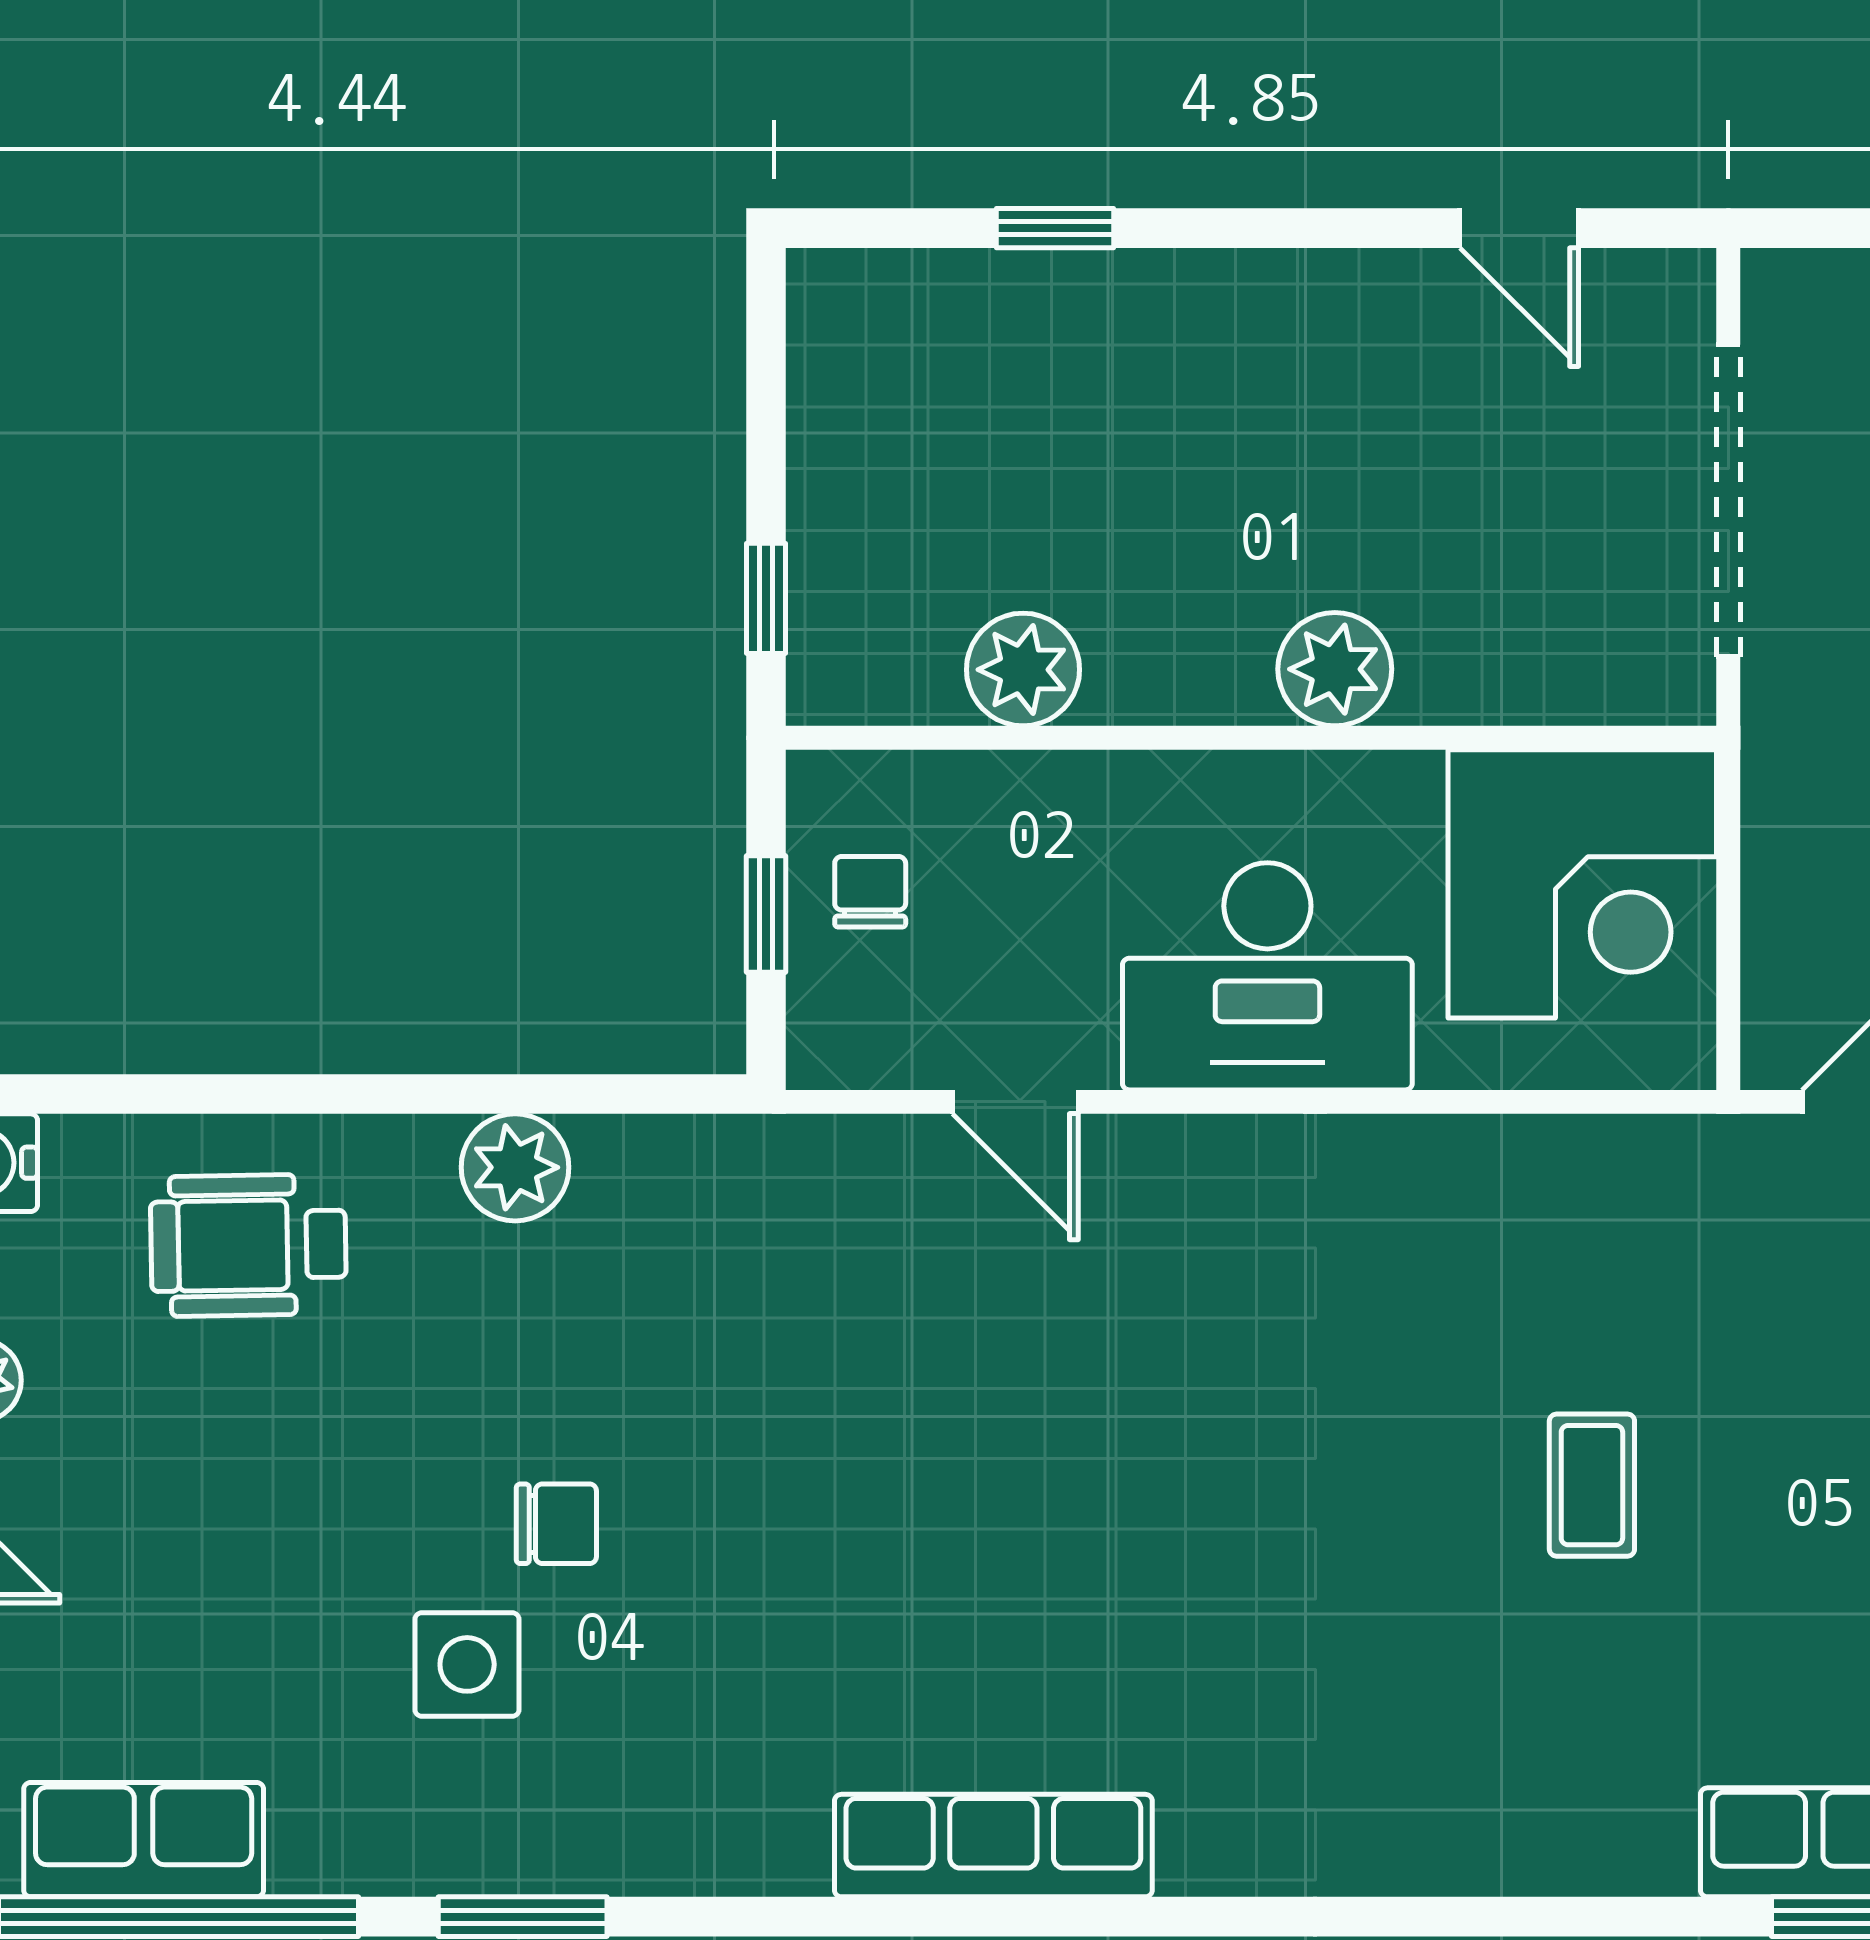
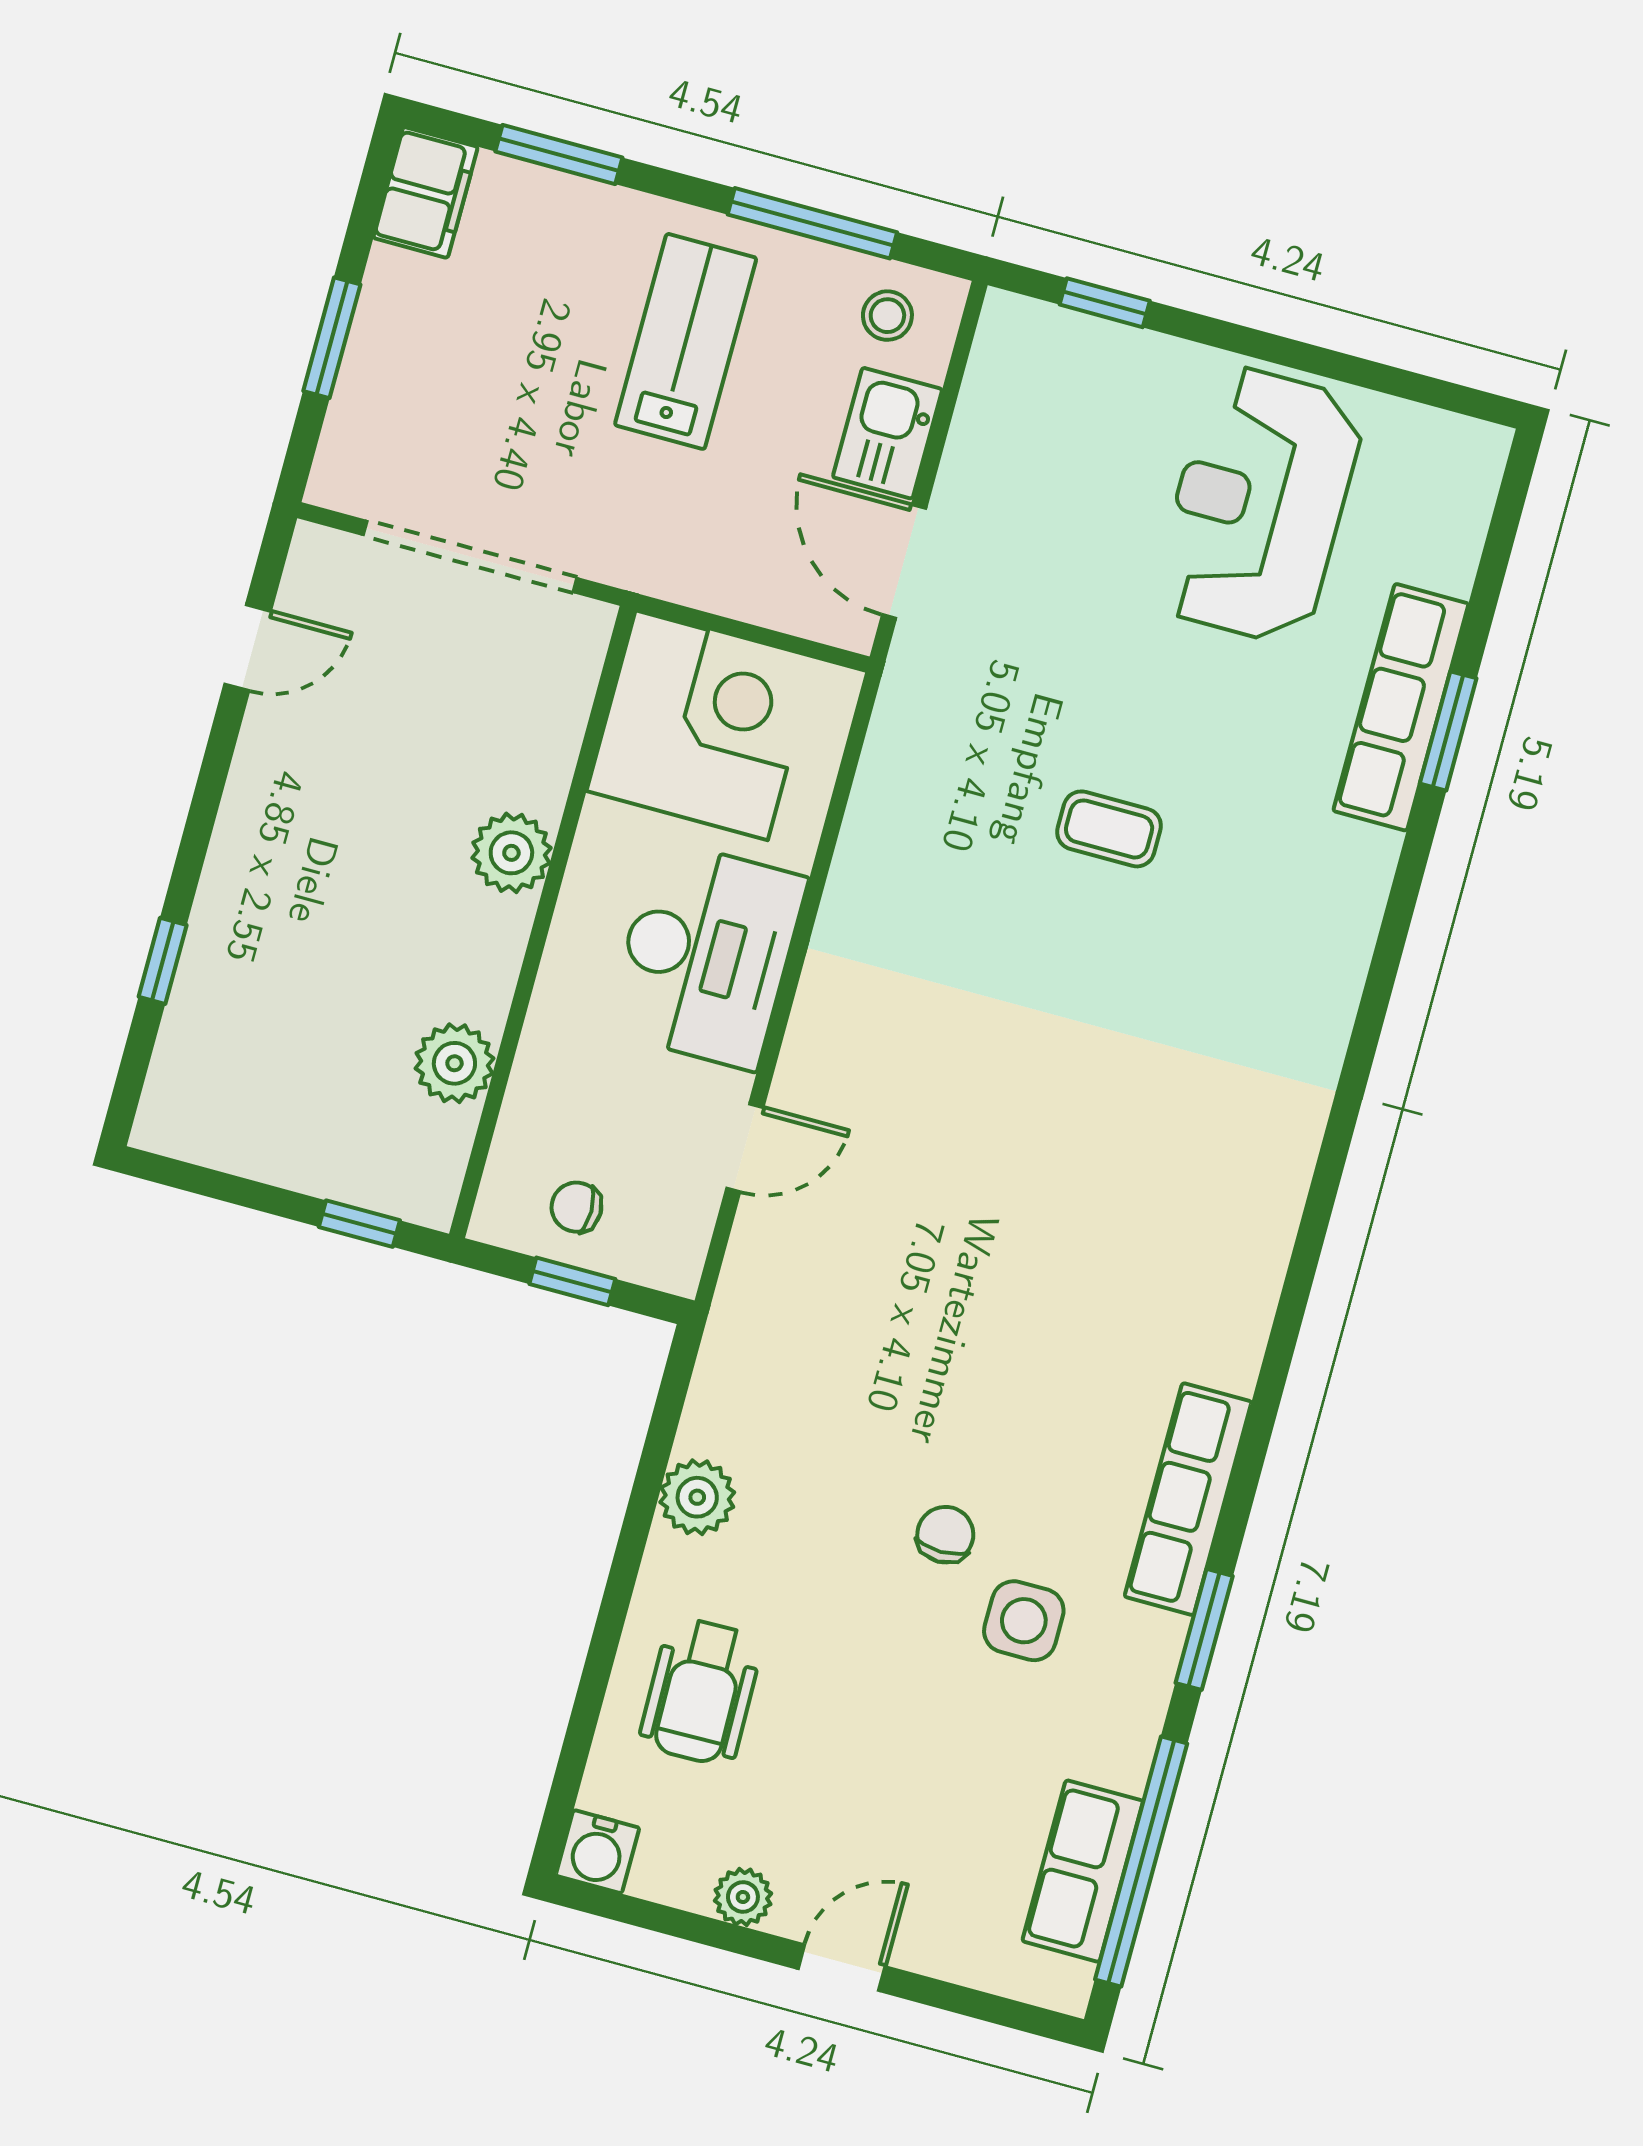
row of seats: (993, 1846) -> (1188, 1499), moved

